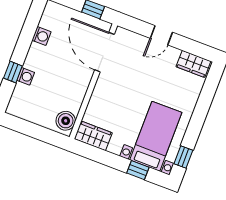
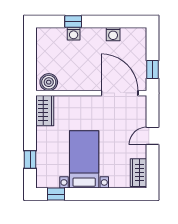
door: (161, 35) -> (152, 136), hinge flipped
door: (105, 52) -> (120, 93), hinge flipped
bed with nightstands: (156, 136) -> (84, 159), moved, turned -90

